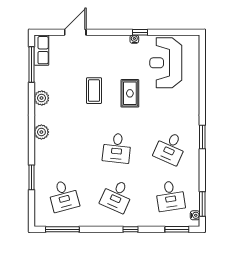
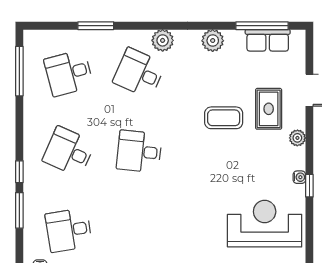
plant: (108, 40) -> (297, 138), added
row of seats: (41, 50) -> (268, 40), moved
rug: (130, 93) -> (269, 109), moved, turned 90
desk: (170, 148) -> (139, 73), moved
window: (177, 229) -> (19, 210), moved

